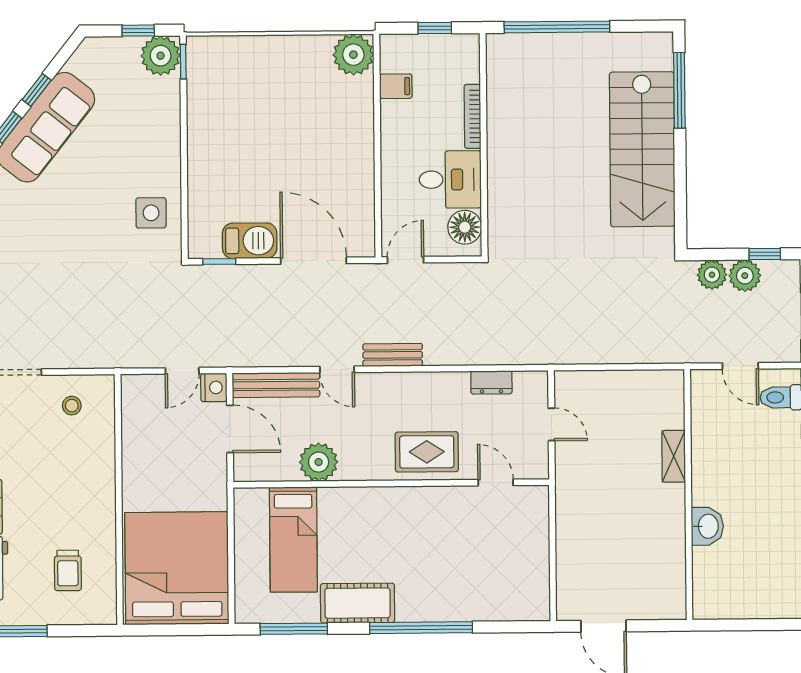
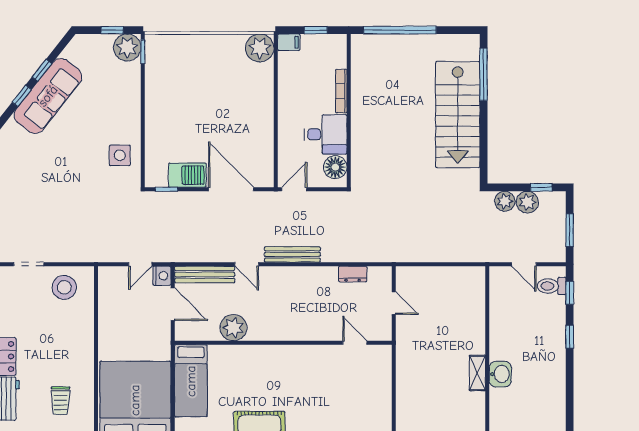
filing cabinet: (396, 86) -> (289, 42), moved
bench: (393, 355) -> (292, 254), width x1.36
stool: (72, 406) -> (64, 287), width x1.89, depth x1.89
rug: (427, 452) -> (308, 321), removed
shelving: (674, 456) -> (477, 373), moved
bed: (293, 540) -> (191, 381), moved

